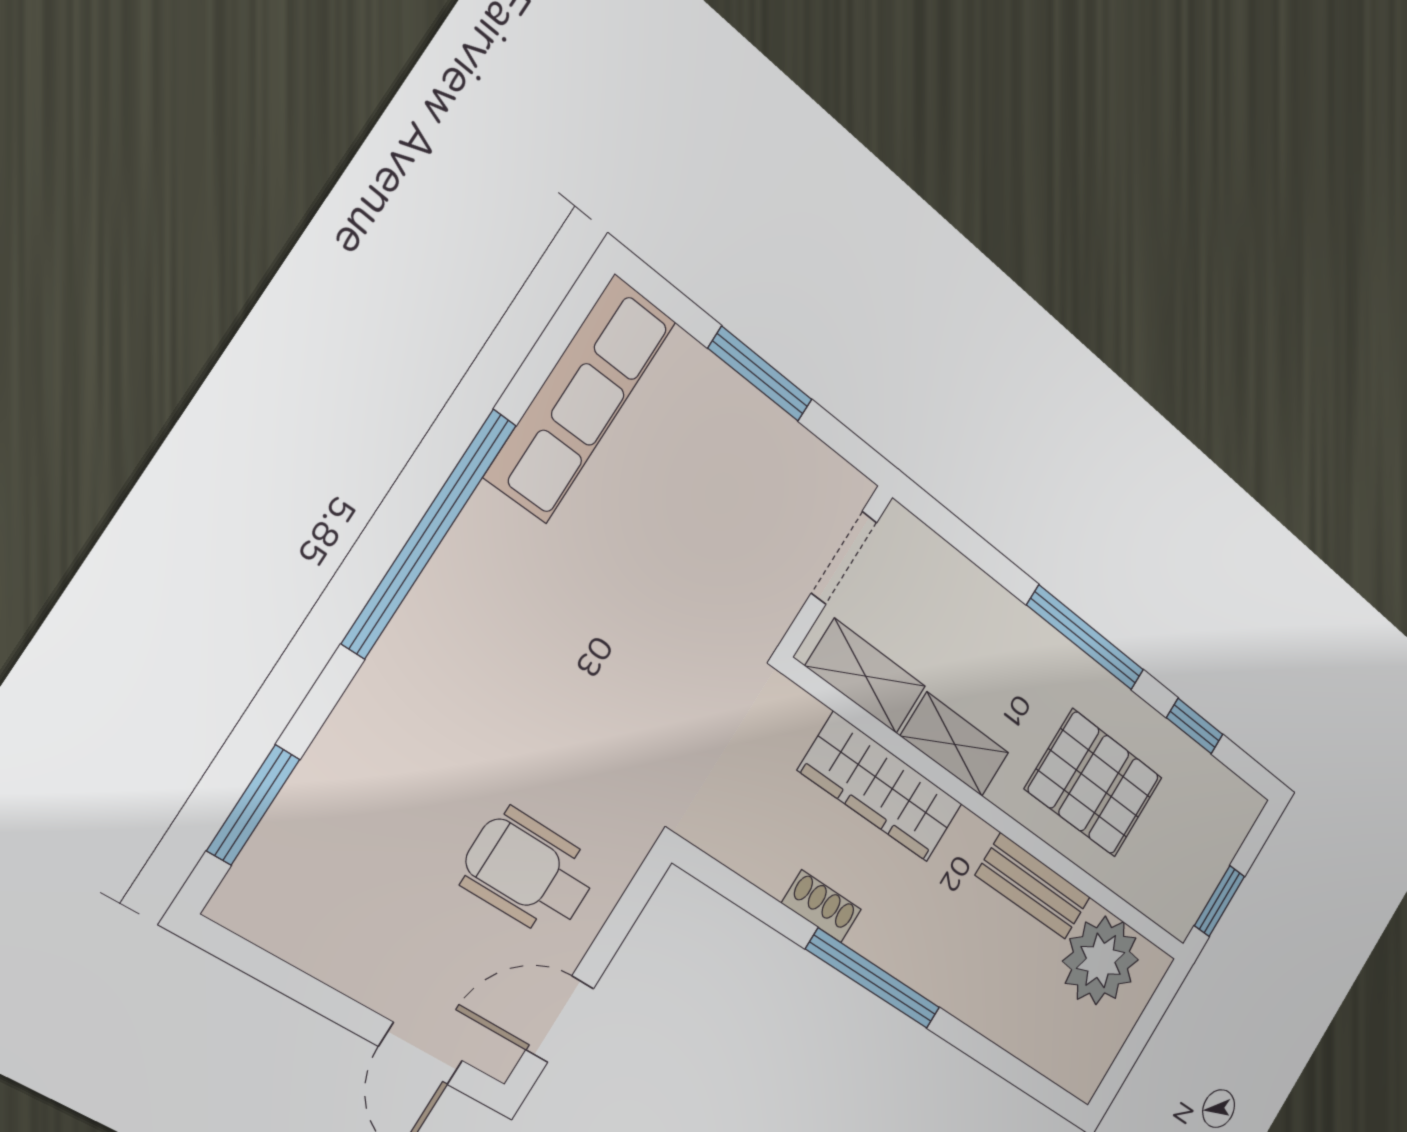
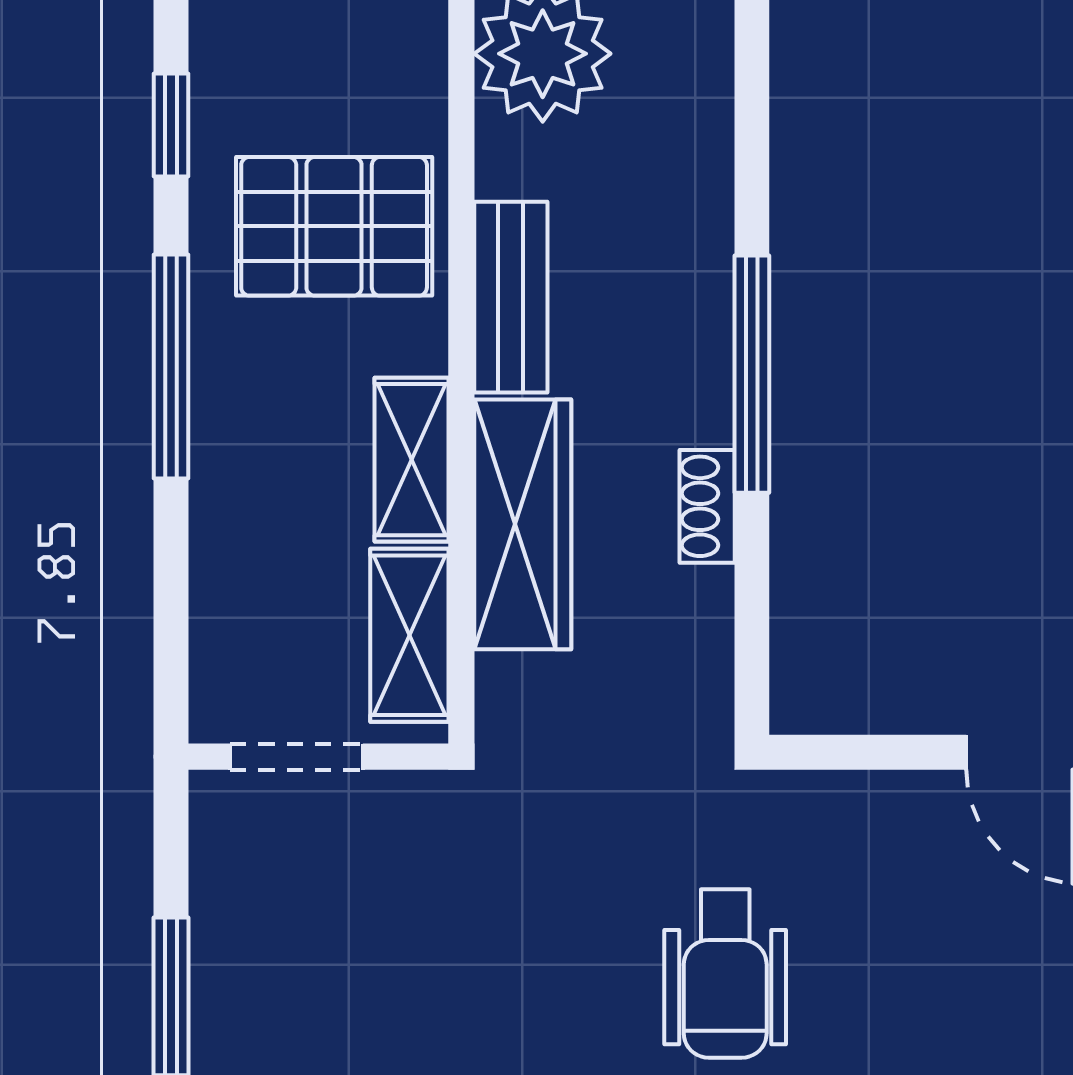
pallet: (1094, 783) -> (334, 226), turned 90
wheelchair: (529, 872) -> (725, 974), moved
bench: (1033, 886) -> (511, 297), moved

